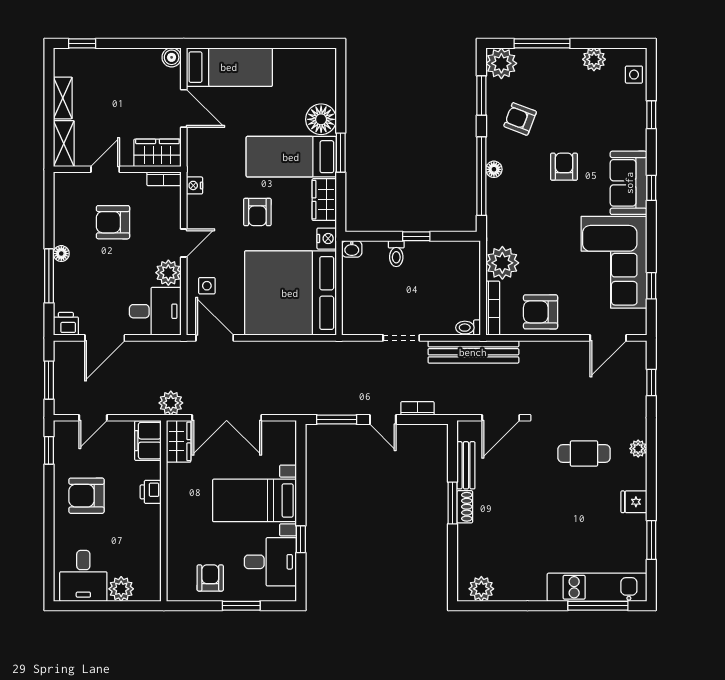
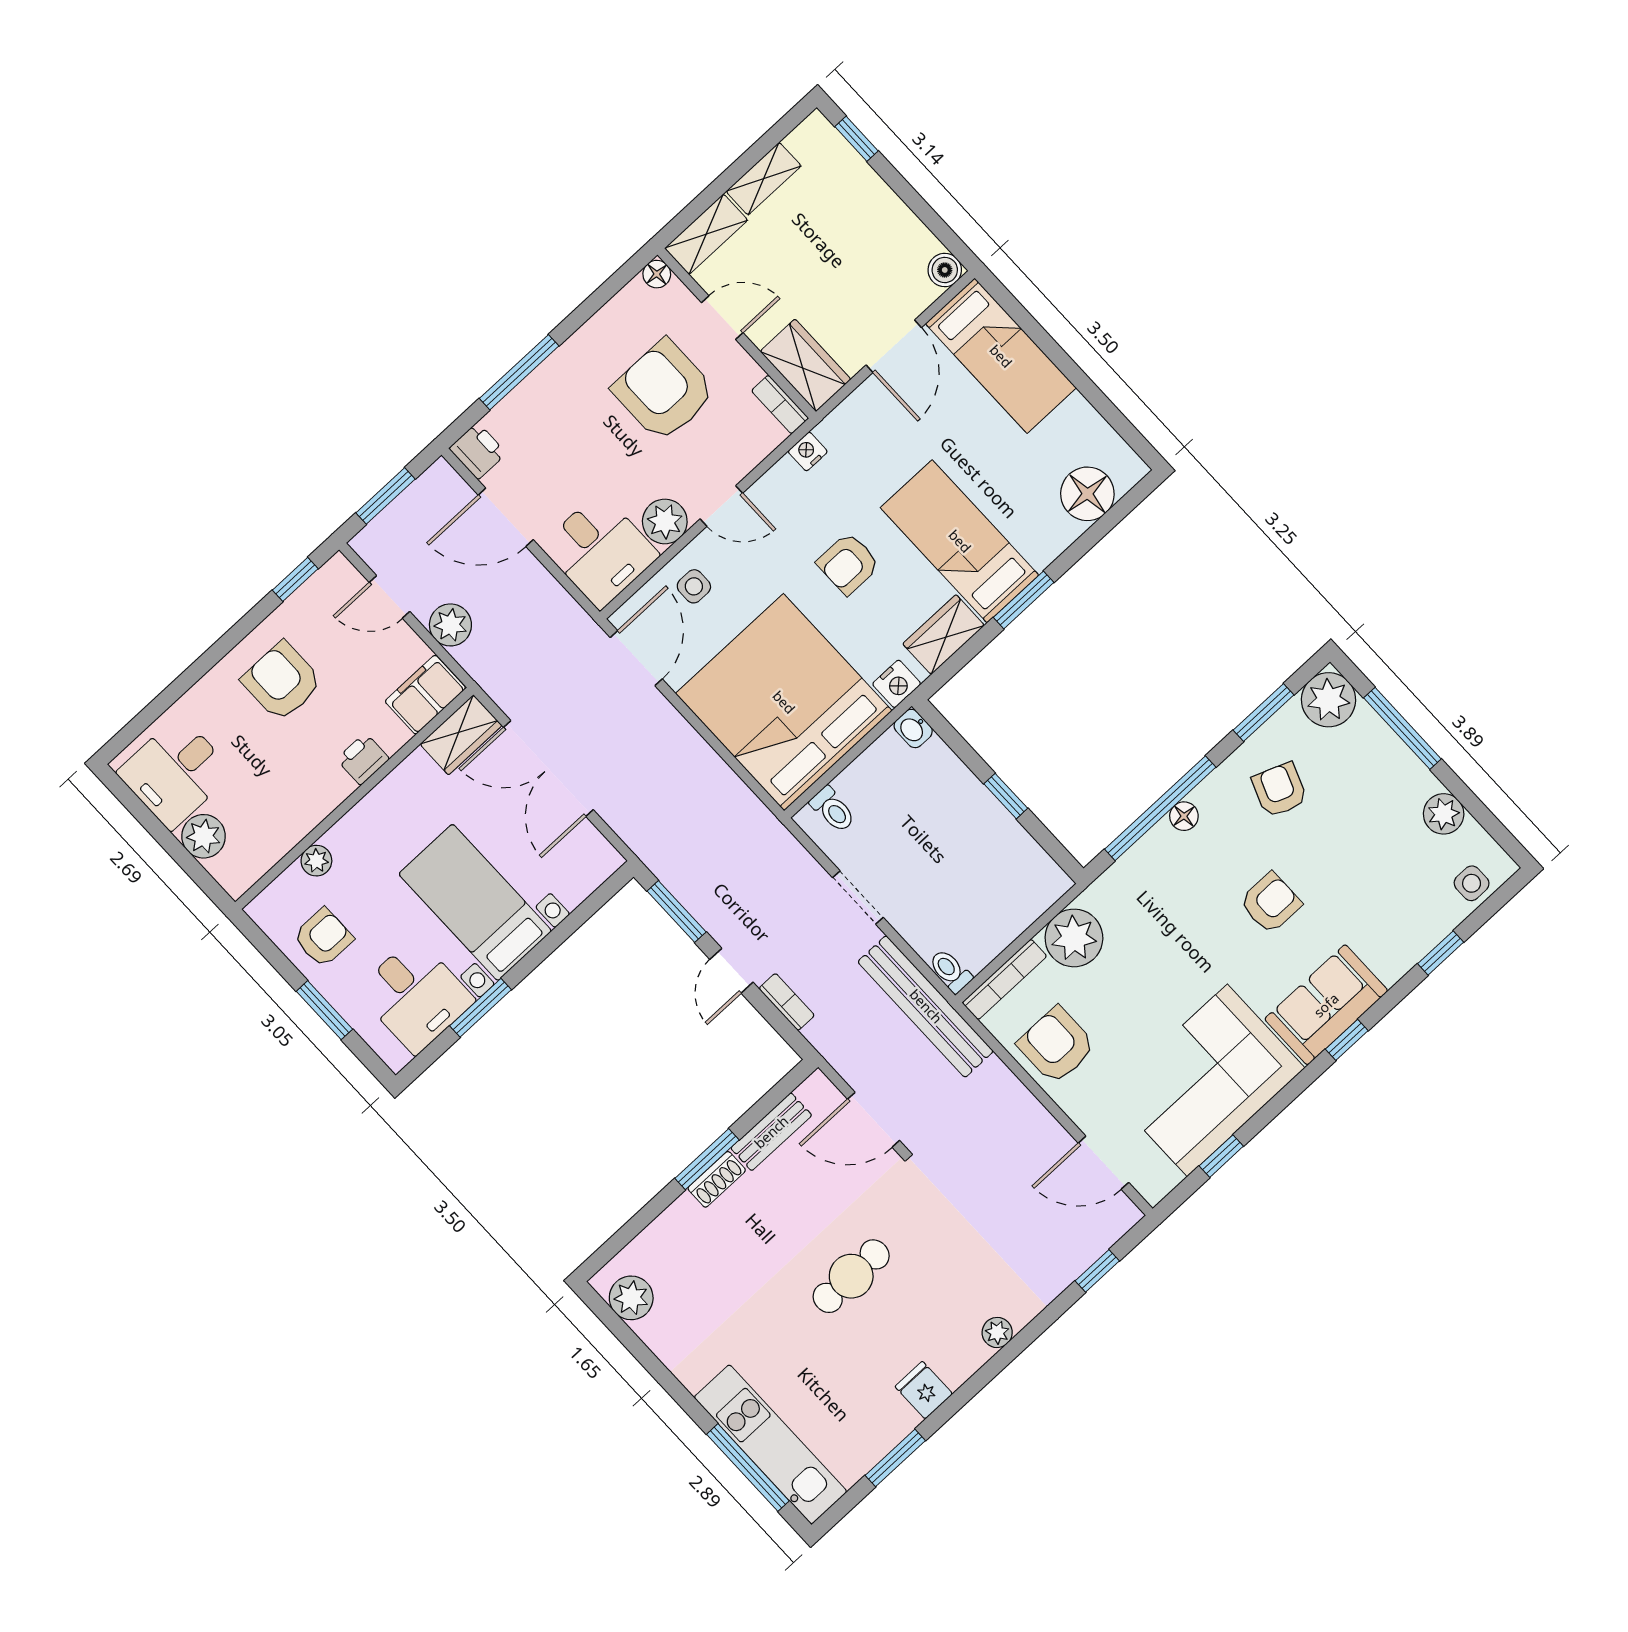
floor lamp: (321, 119) -> (1087, 494), moved
armchair: (113, 222) -> (664, 391), width x1.36, depth x1.36
floor lamp: (61, 254) -> (657, 274), moved
toilet: (396, 254) -> (833, 809), moved, turned -90
plant: (171, 403) -> (450, 625), moved
cafe table: (584, 454) -> (851, 1276), moved, turned 90
window: (301, 539) -> (481, 1008), width x1.50
plant: (175, 551) -> (316, 861), added

